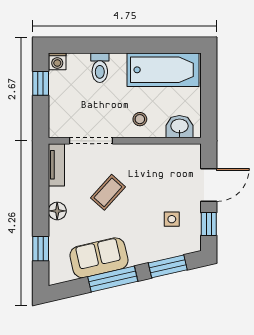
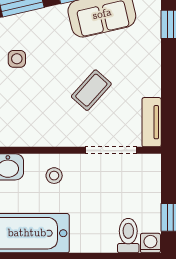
toilet: (100, 68) -> (128, 236), moved
floor lamp: (57, 211) -> (151, 68), removed

